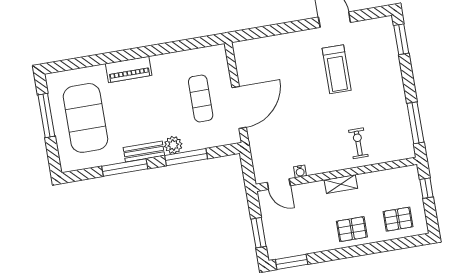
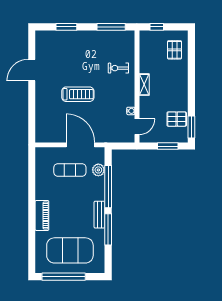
window: (401, 39) -> (66, 27), moved
treadmill: (337, 69) -> (78, 94), moved
window: (46, 115) -> (64, 277), width x1.46
plant: (173, 145) -> (98, 170), moved
window: (186, 157) -> (108, 187), width x1.46
pallet: (352, 229) -> (177, 119), moved, turned 90

